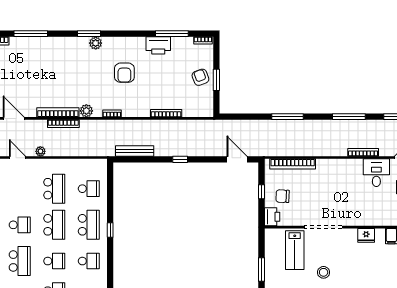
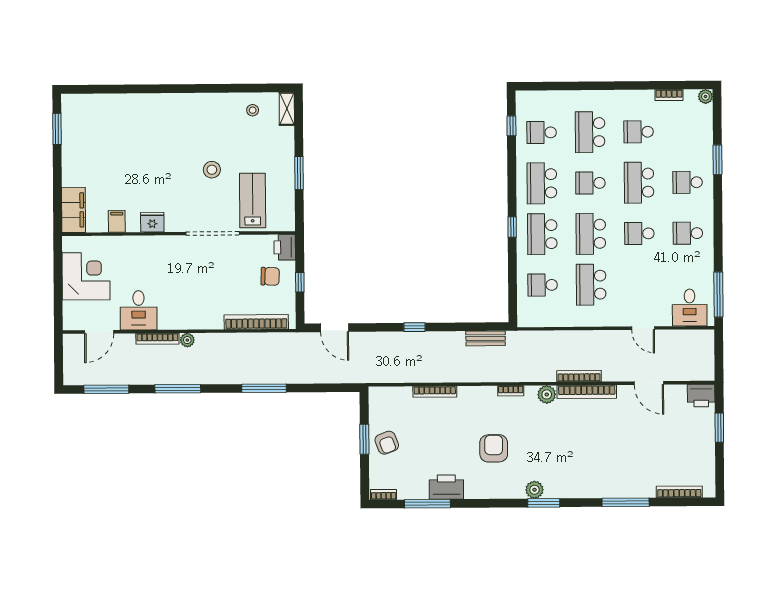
plant: (40, 151) -> (187, 340), moved
bench: (135, 151) -> (486, 338), width x0.73
school desk: (89, 261) -> (542, 183), width x1.85

